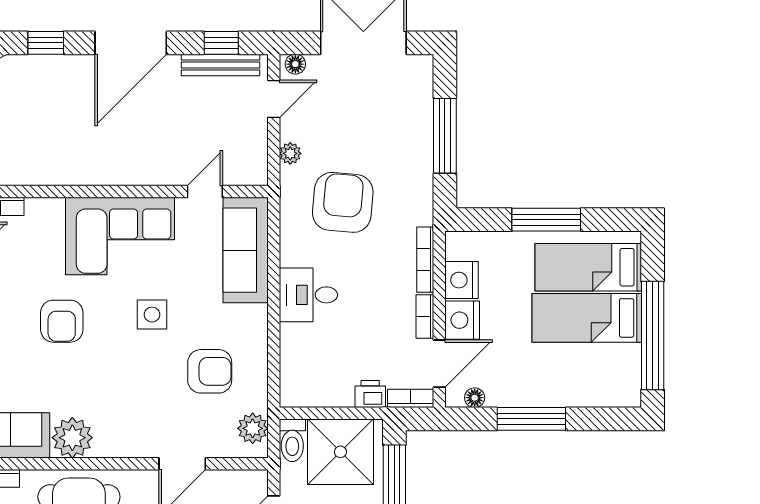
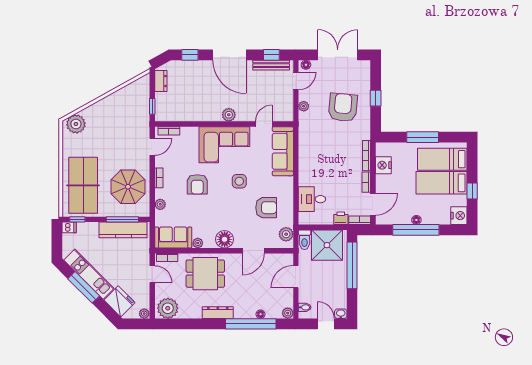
door: (131, 43) -> (229, 55), hinge flipped
window: (445, 136) -> (376, 98), width x0.46
plant: (130, 172) -> (229, 115), added
armchair: (343, 202) -> (343, 107), moved
desk: (308, 295) -> (312, 199), moved
nightstand: (462, 320) -> (459, 216), moved, turned 180
window: (653, 335) -> (472, 191), width x0.32
floor lamp: (475, 398) -> (416, 220), moved
window: (531, 419) -> (416, 230), width x1.46
plant: (72, 438) -> (198, 243), width x0.53, depth x0.53
floor lamp: (120, 439) -> (225, 239), added

